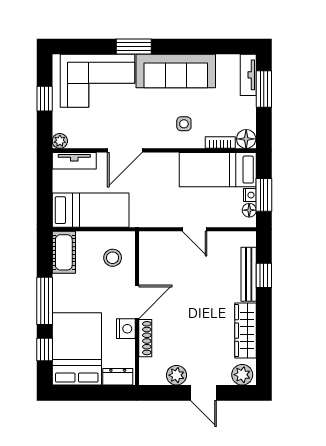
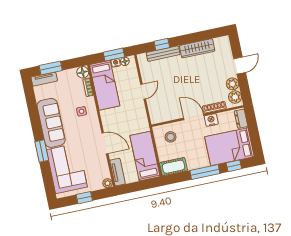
plant: (242, 375) -> (235, 97), moved

